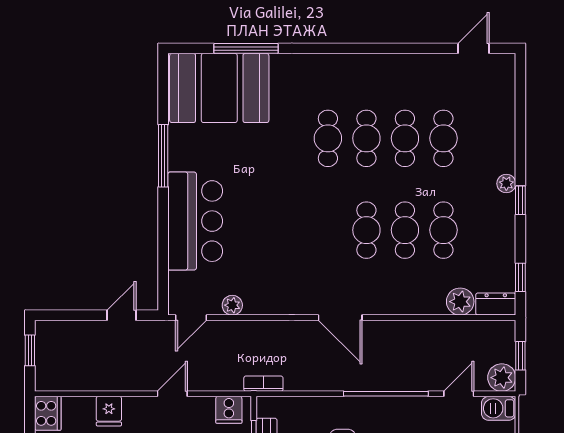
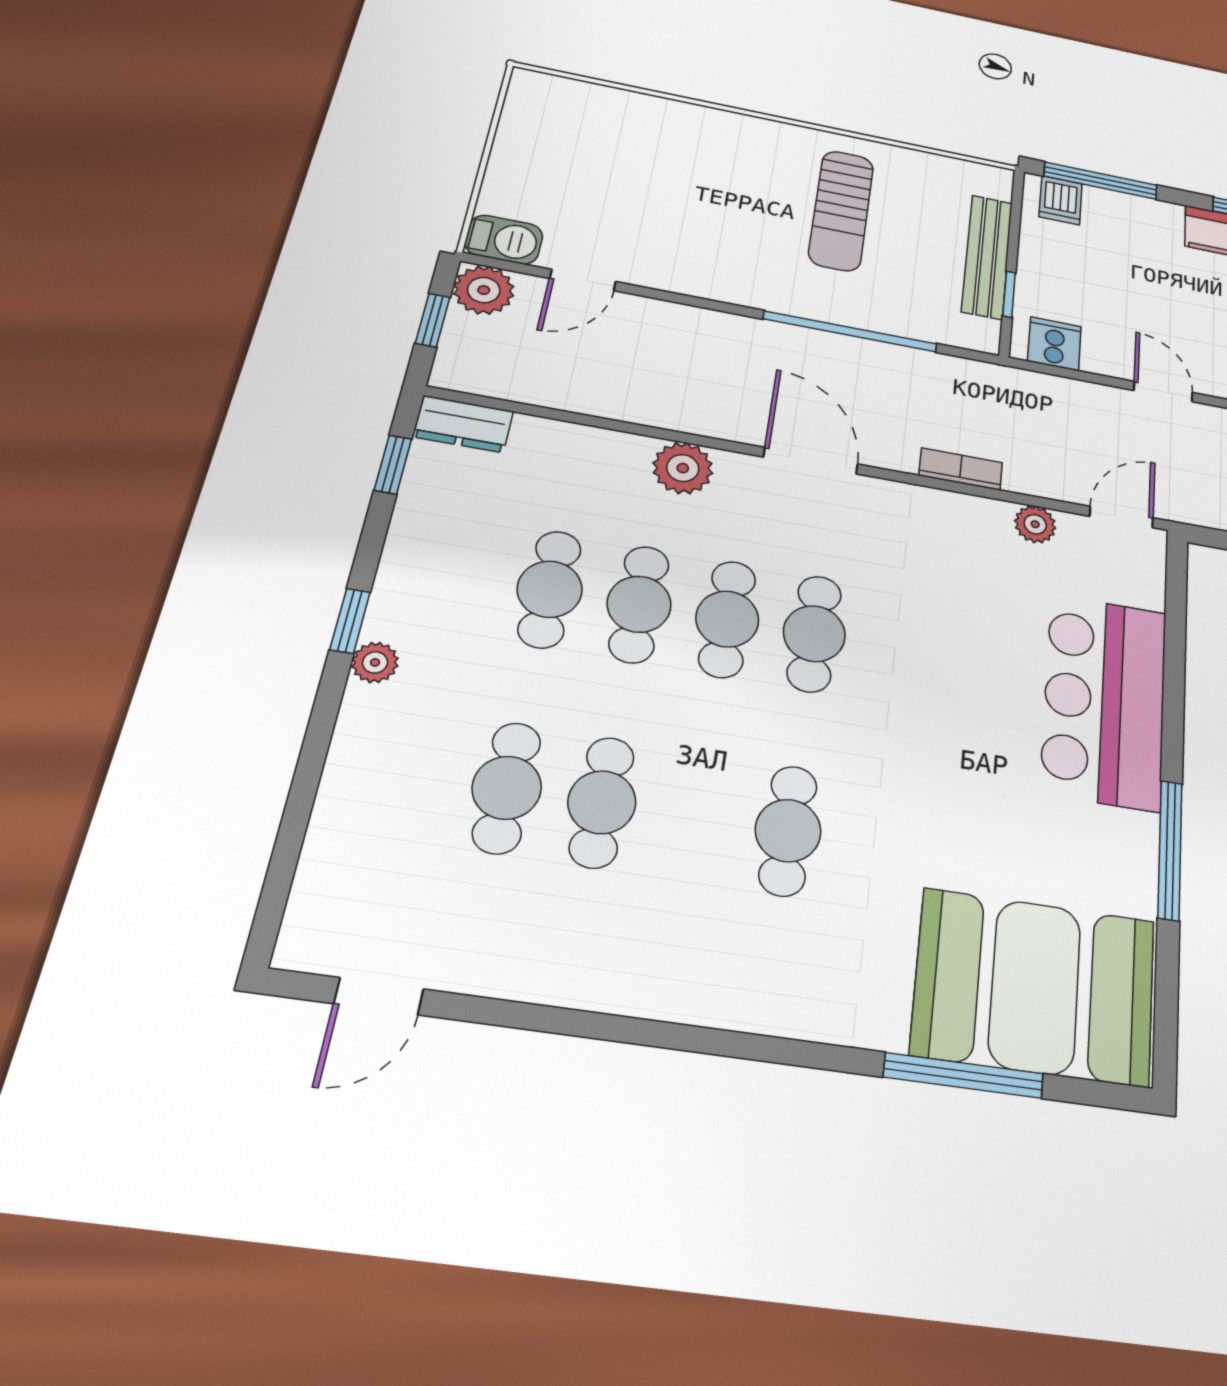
cafe table: (366, 138) -> (814, 634), moved
plant: (460, 302) -> (683, 468), moved
bookcase: (263, 384) -> (961, 469), moved, turned 180
door: (172, 394) -> (1163, 391), swing flipped
window: (386, 394) -> (850, 331), moved

